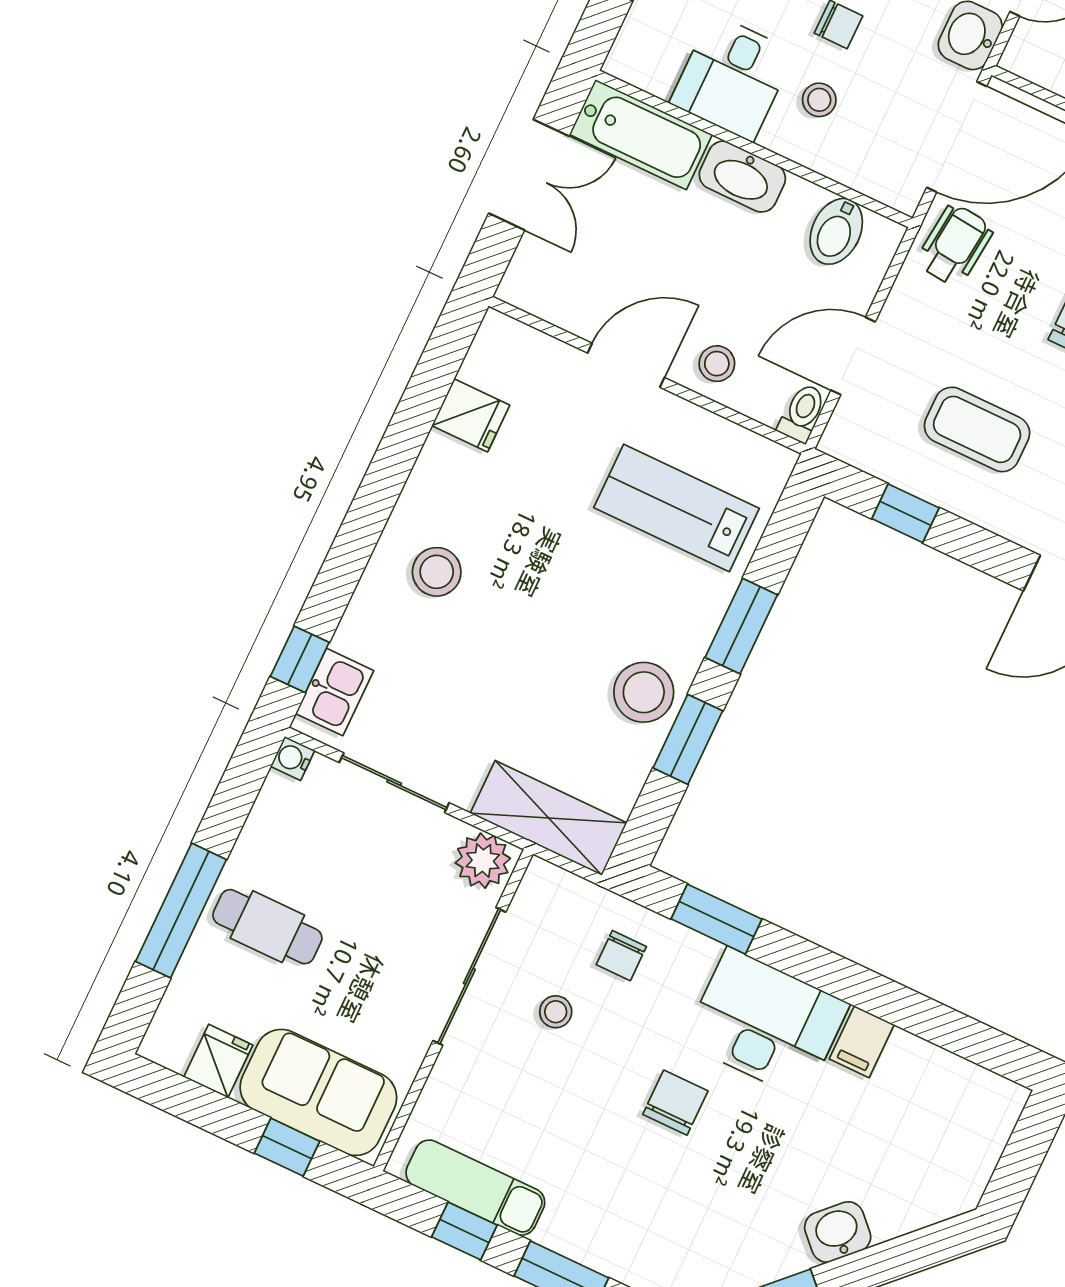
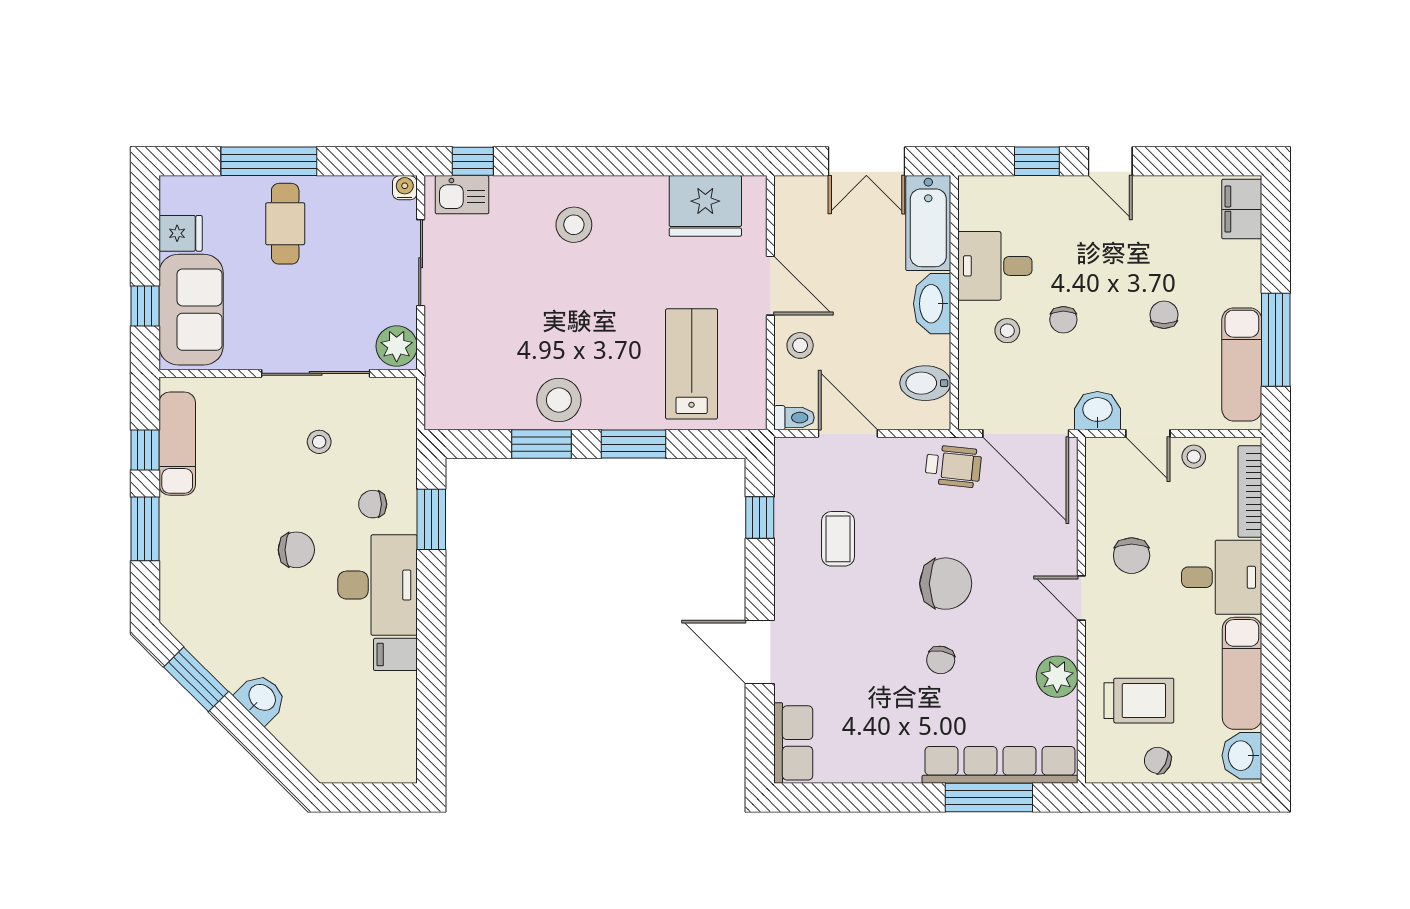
fridge: (471, 415) -> (705, 206), width x1.88, depth x1.34
coffee table: (977, 429) -> (838, 539), width x0.73, depth x0.77
shelving: (549, 818) -> (446, 376), removed
chair: (621, 956) -> (373, 504), moved

